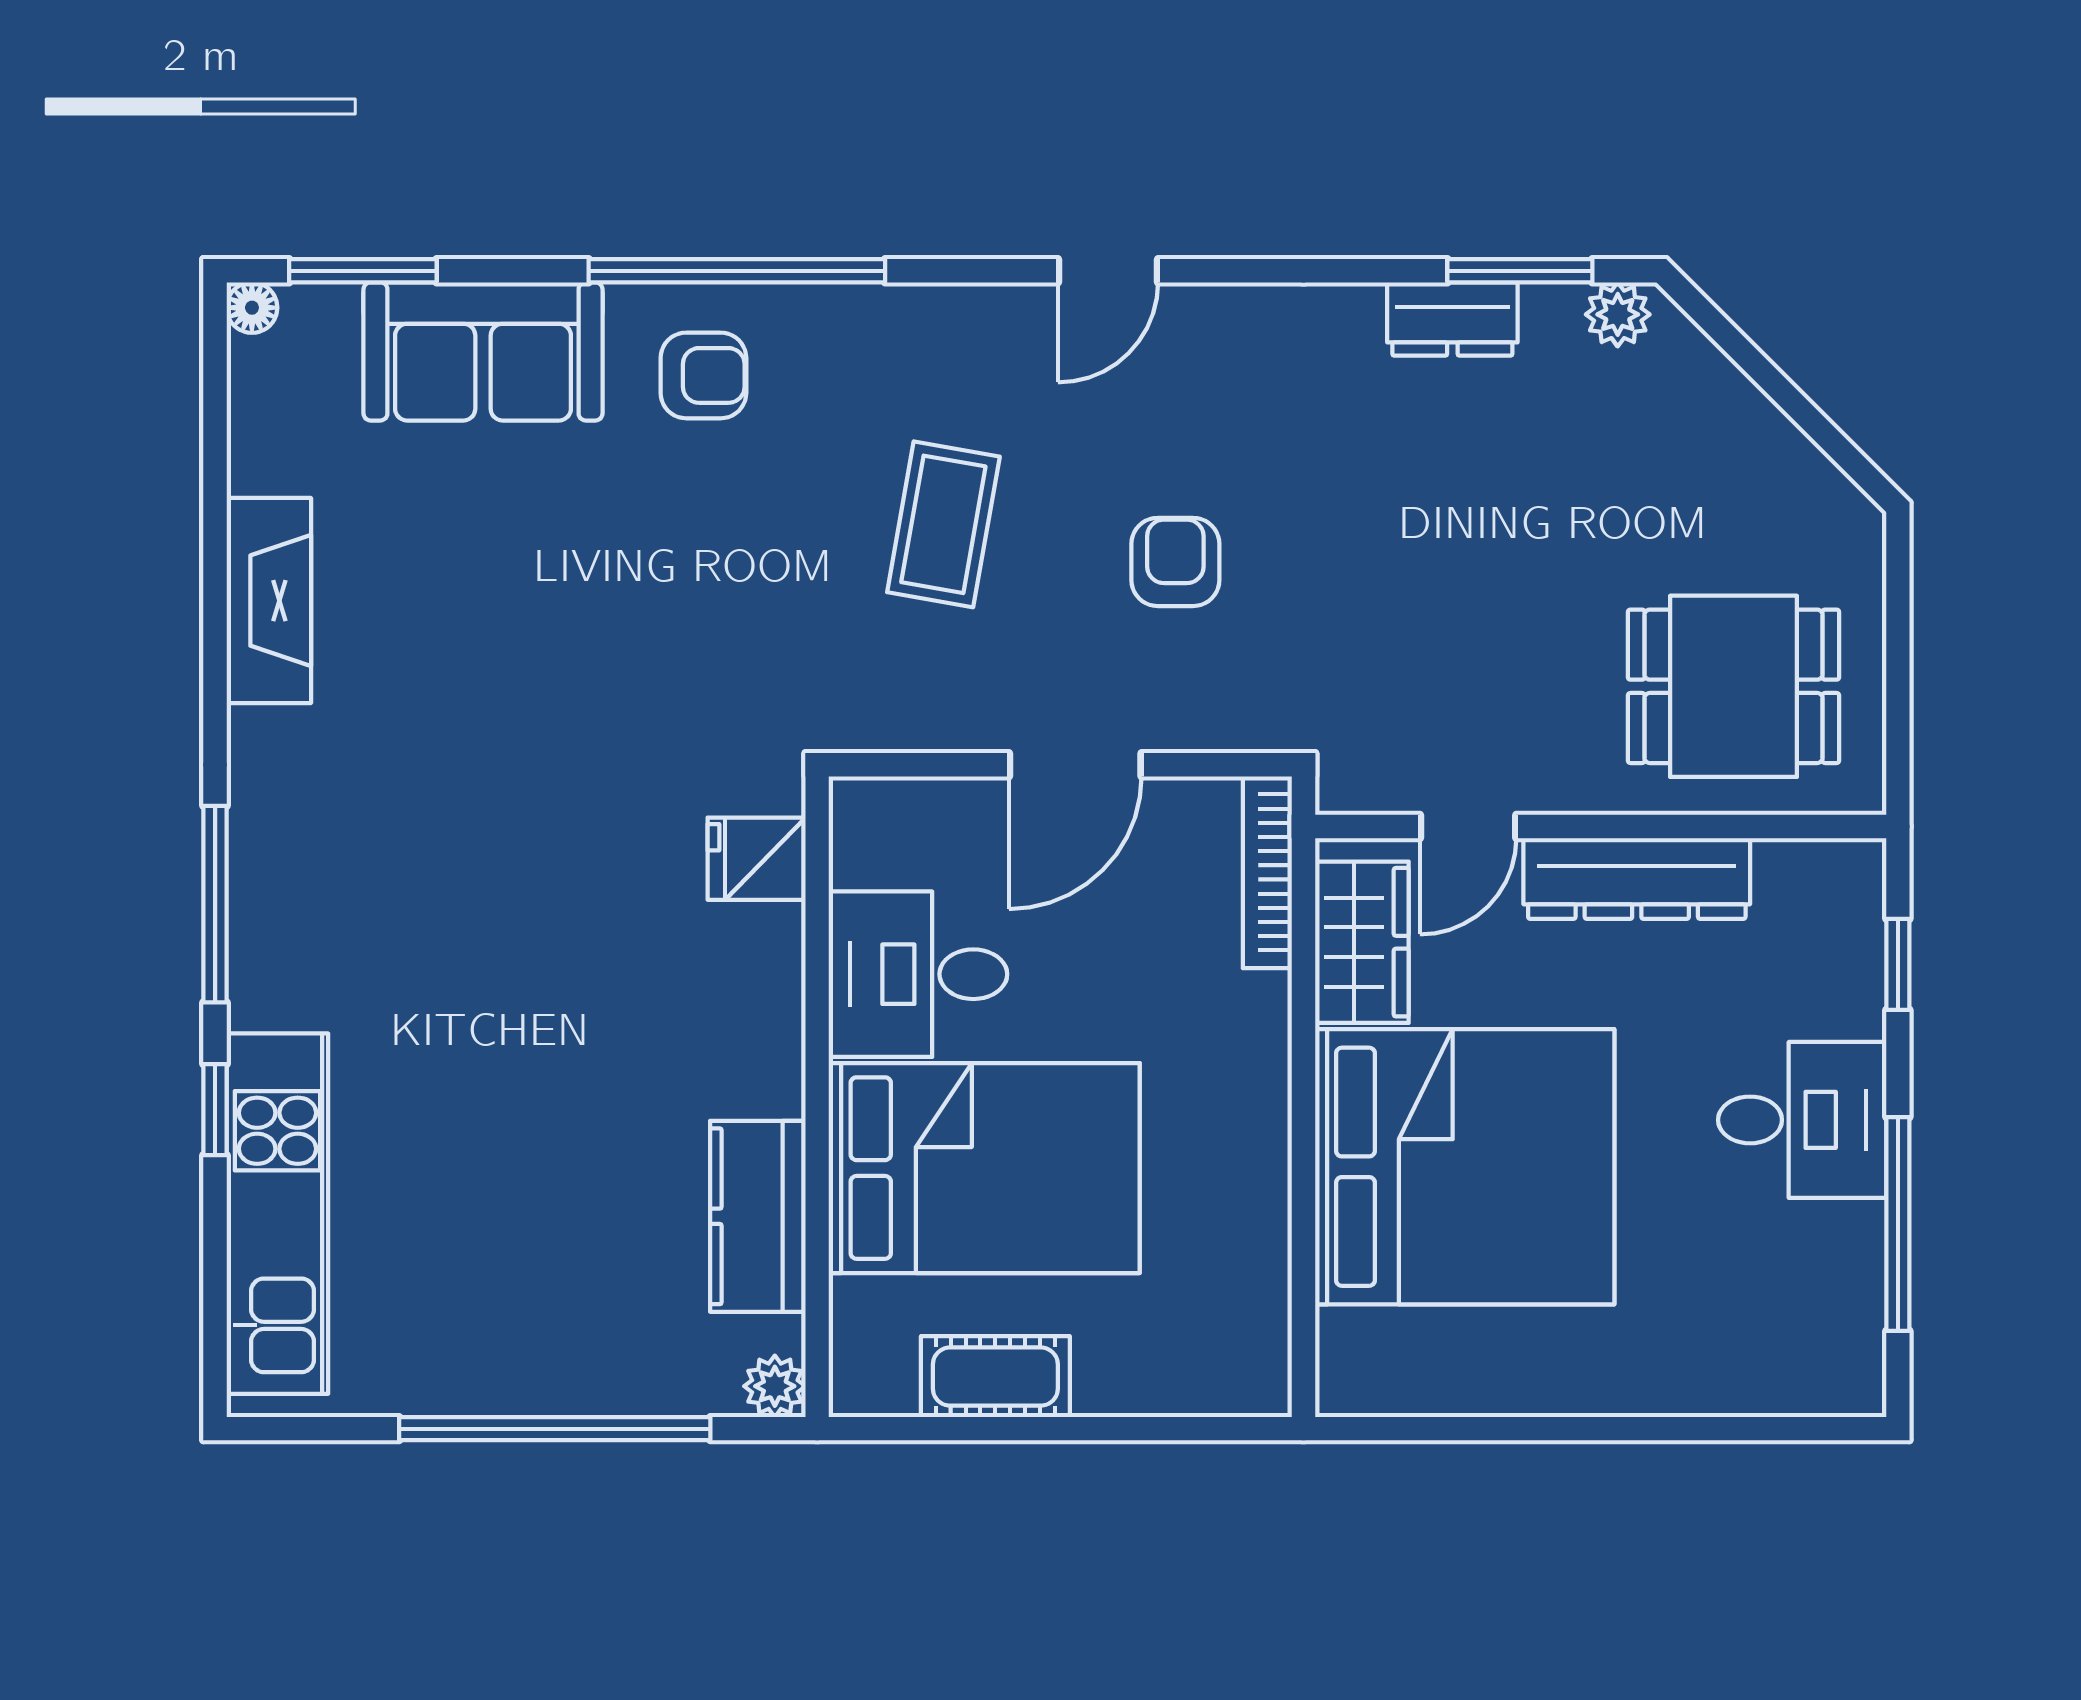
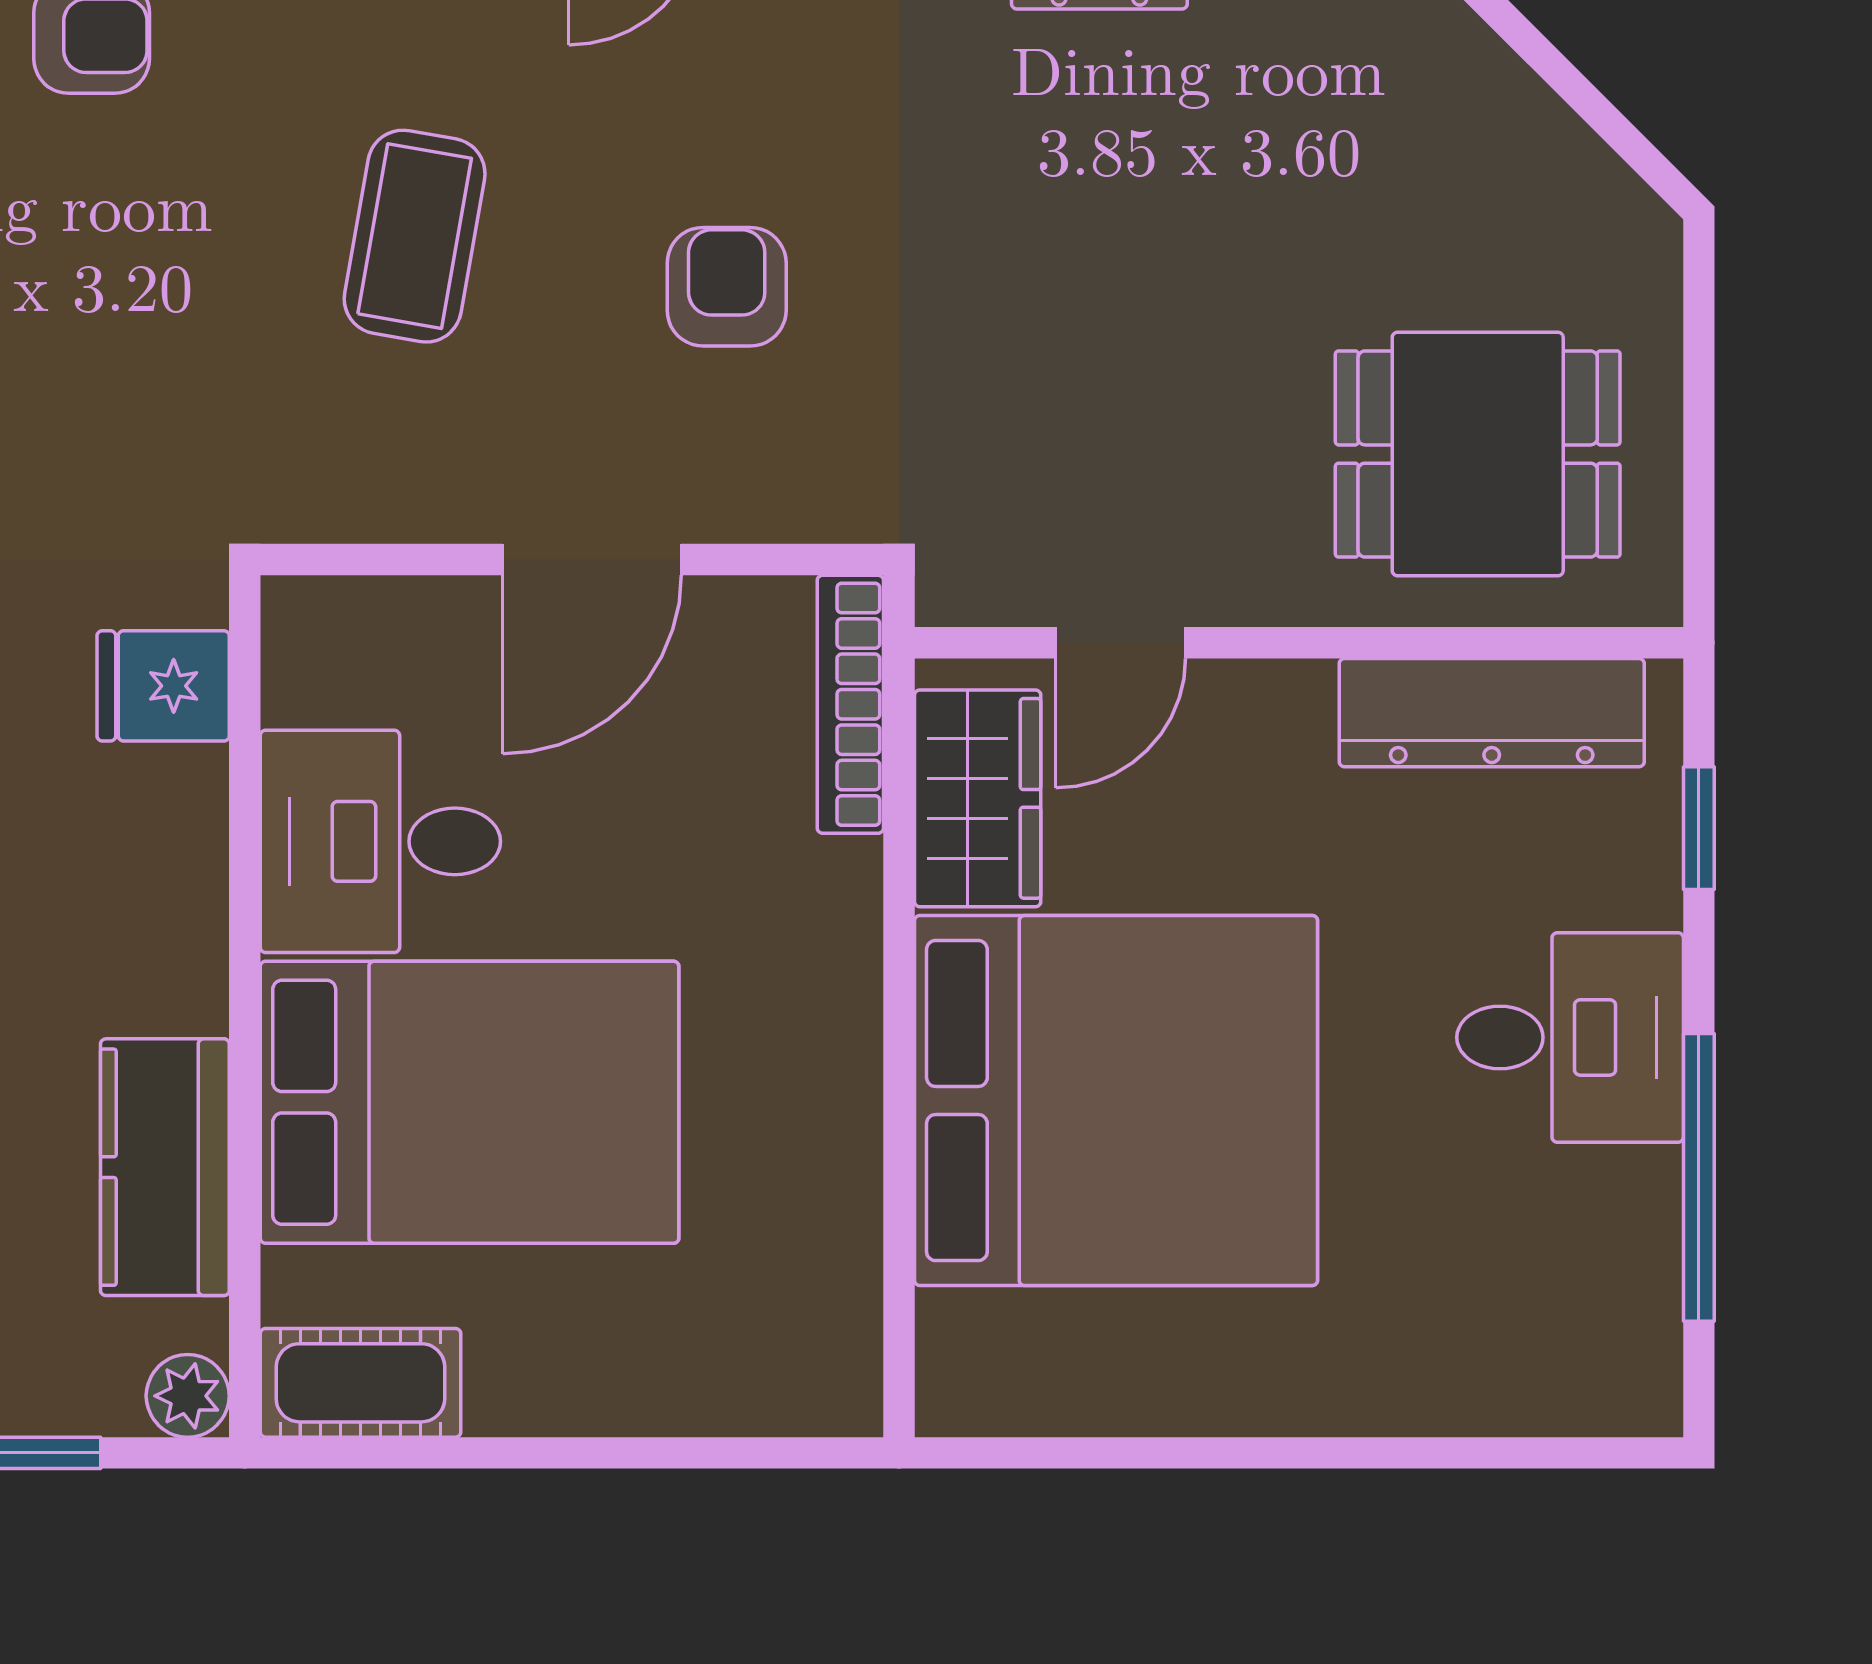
dresser: (1637, 878) -> (1492, 713), moved
cot: (995, 1377) -> (360, 1383), moved

